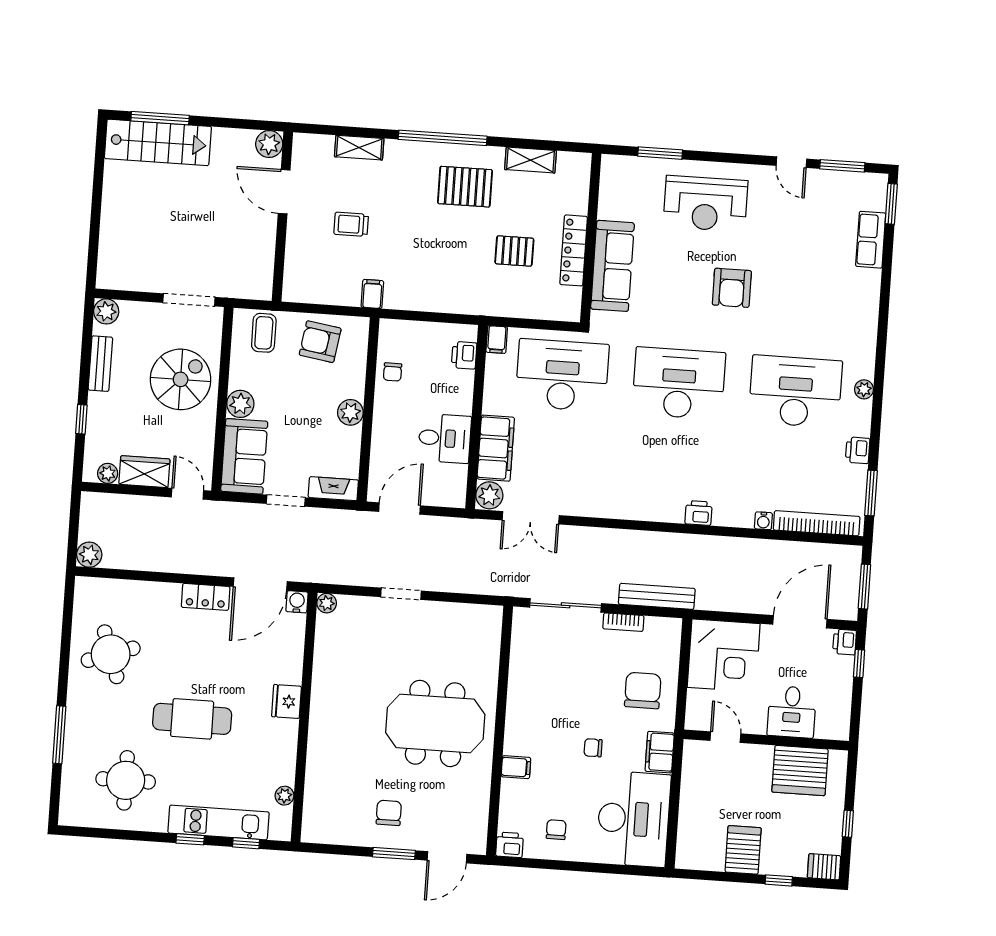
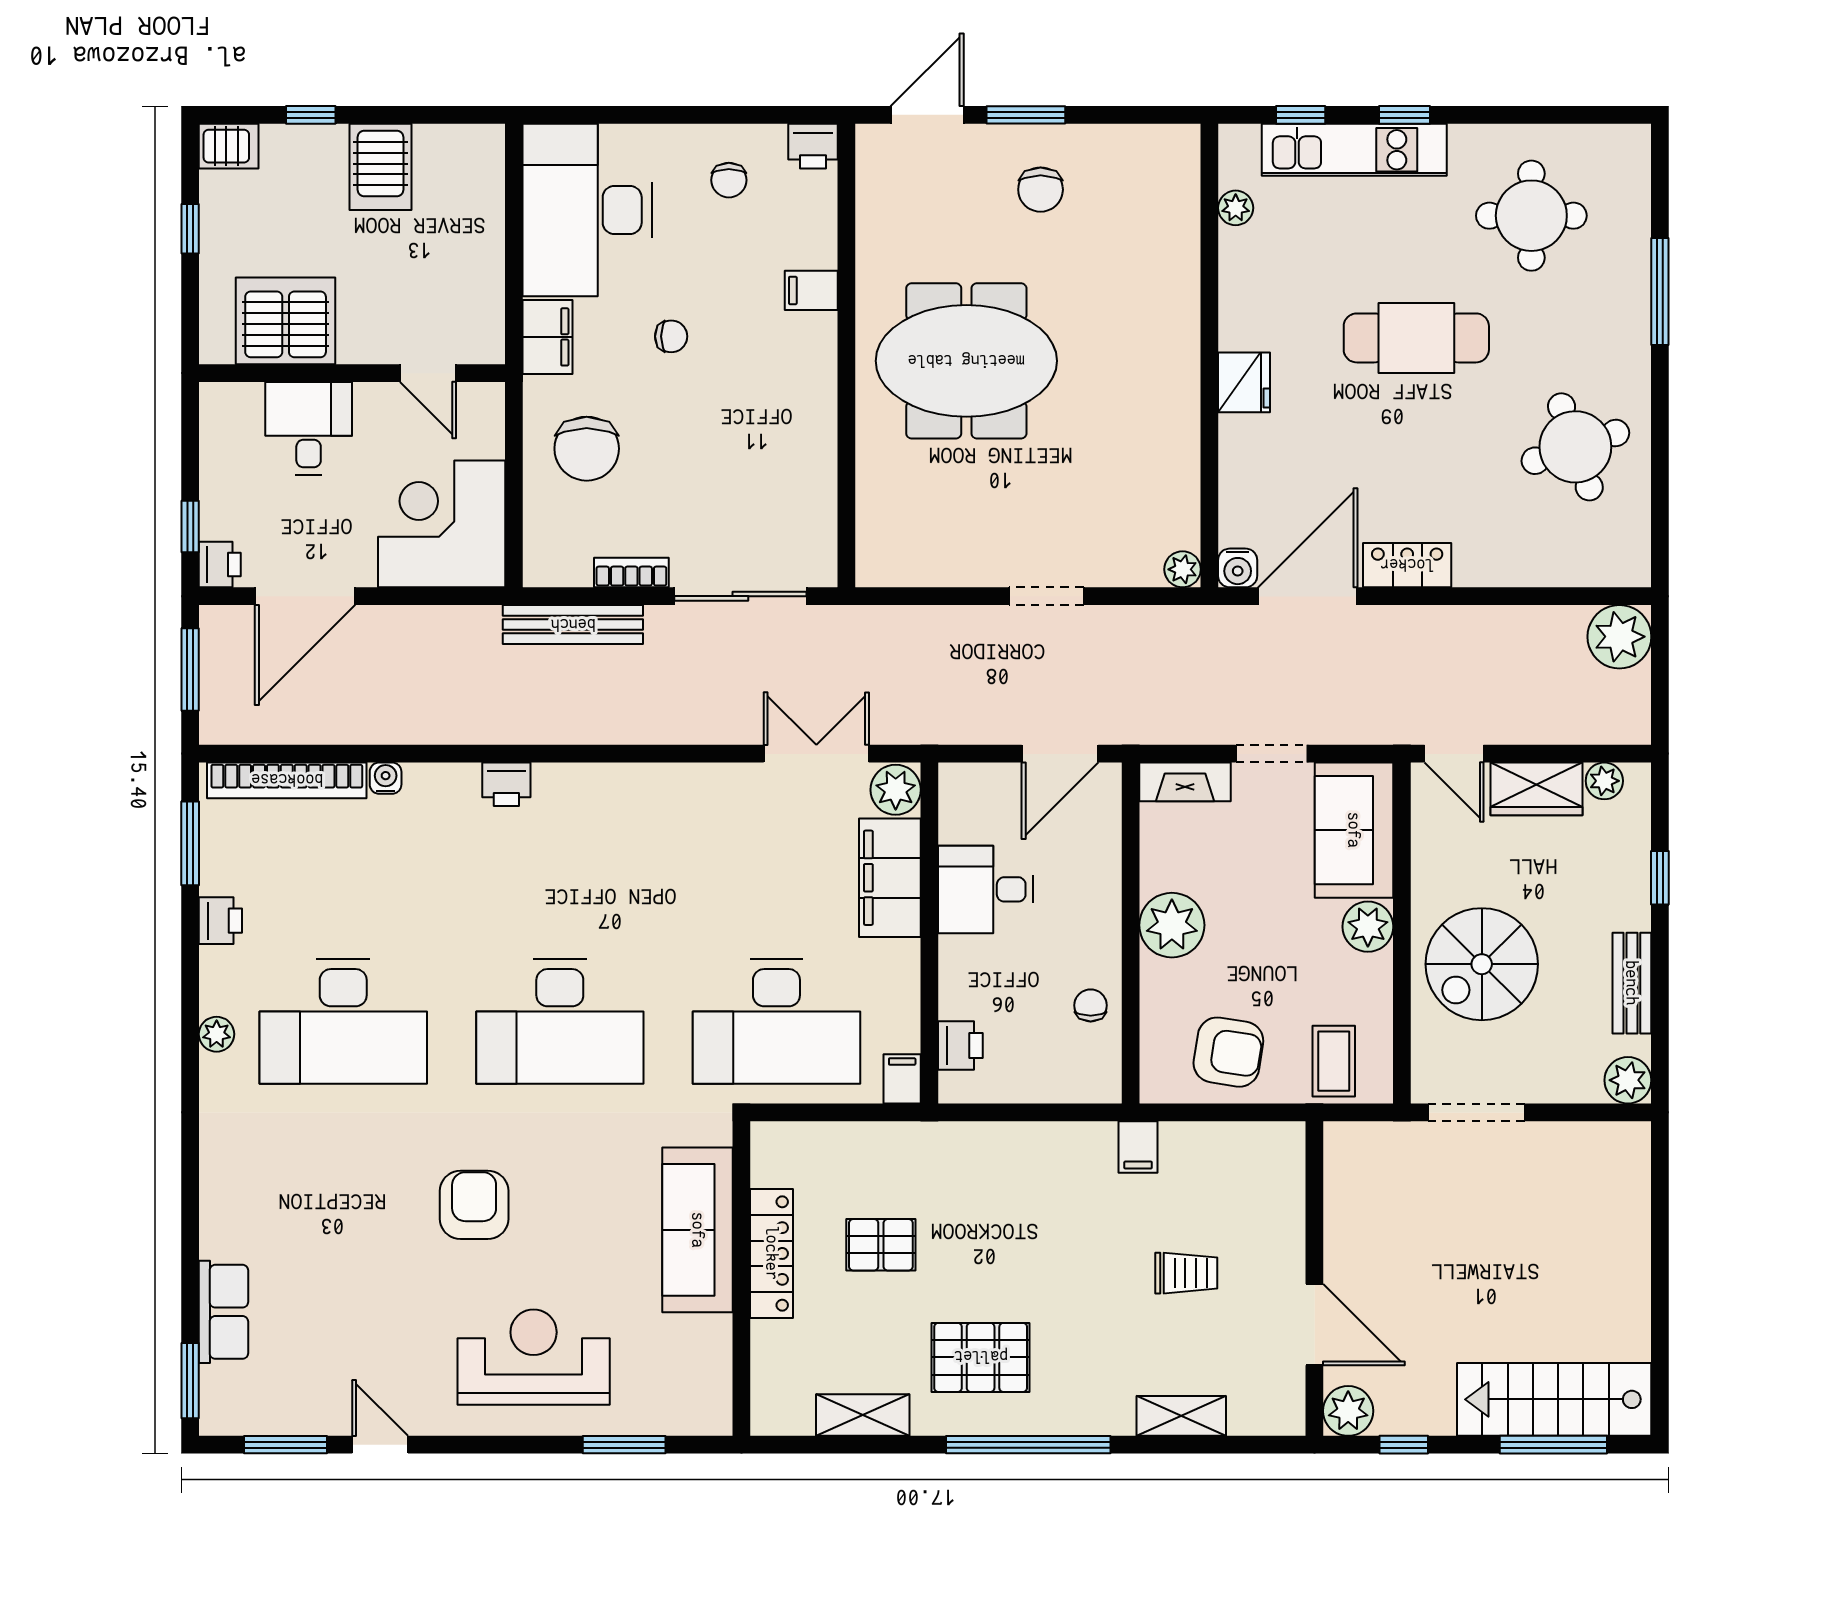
window: (241, 124) -> (1404, 1445), added
plant: (350, 412) -> (1172, 925), width x1.36, depth x1.36
plant: (89, 555) -> (1619, 637), width x1.36, depth x1.36

